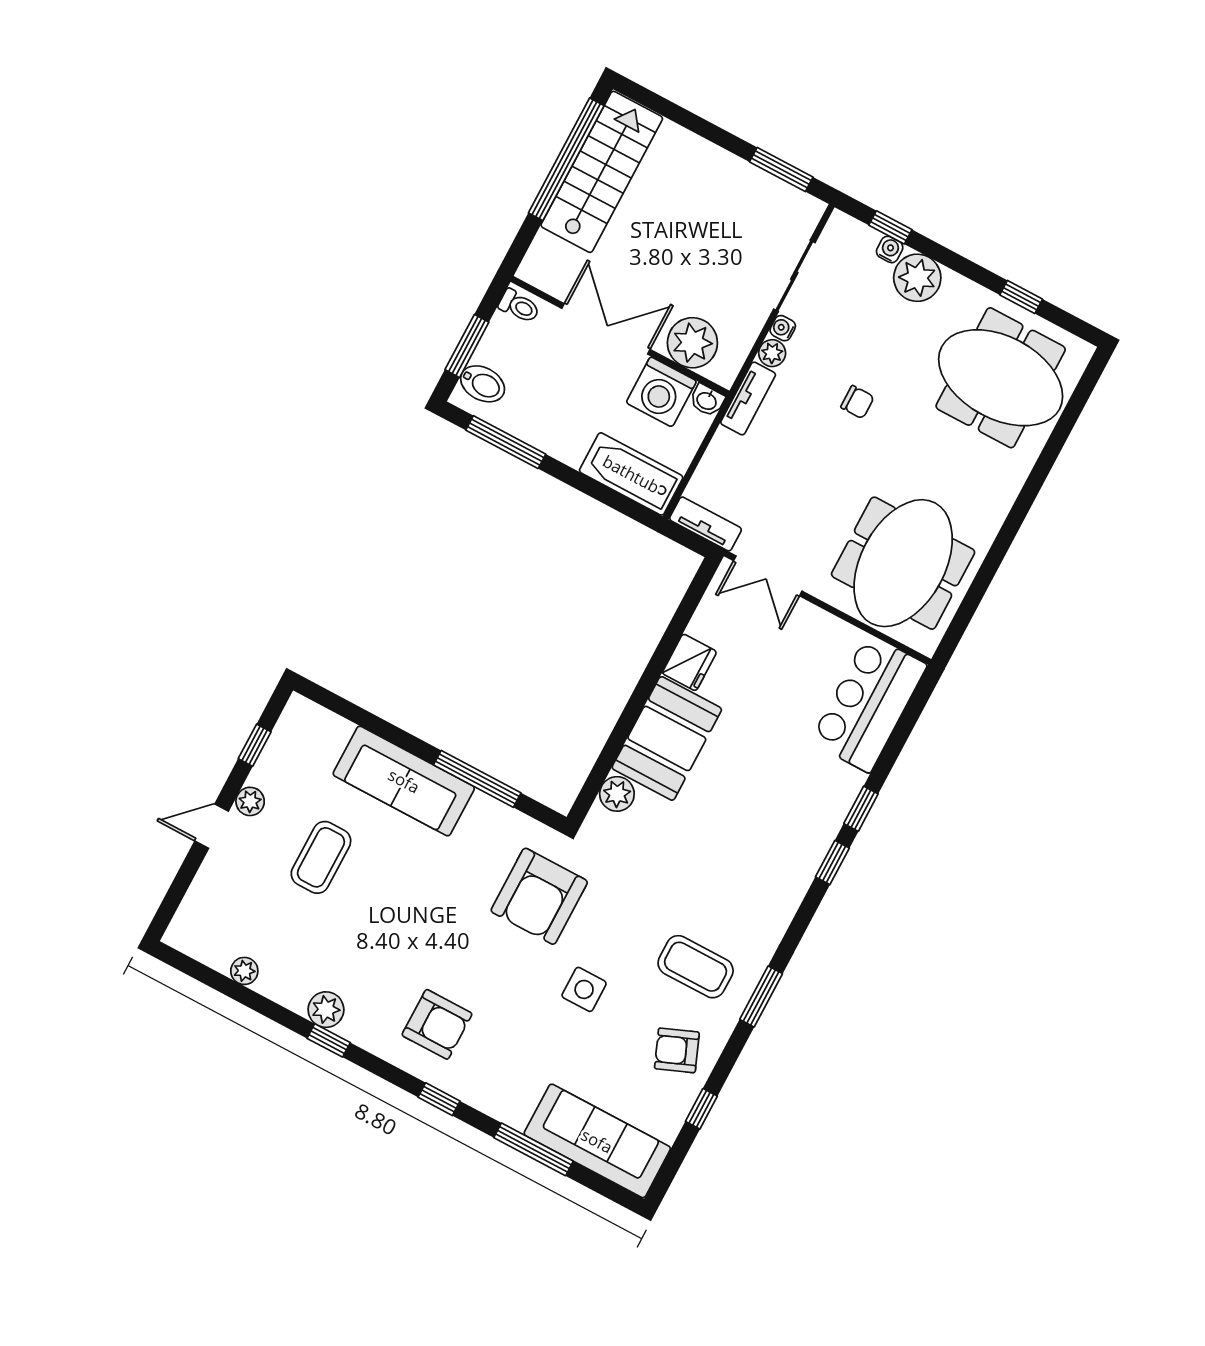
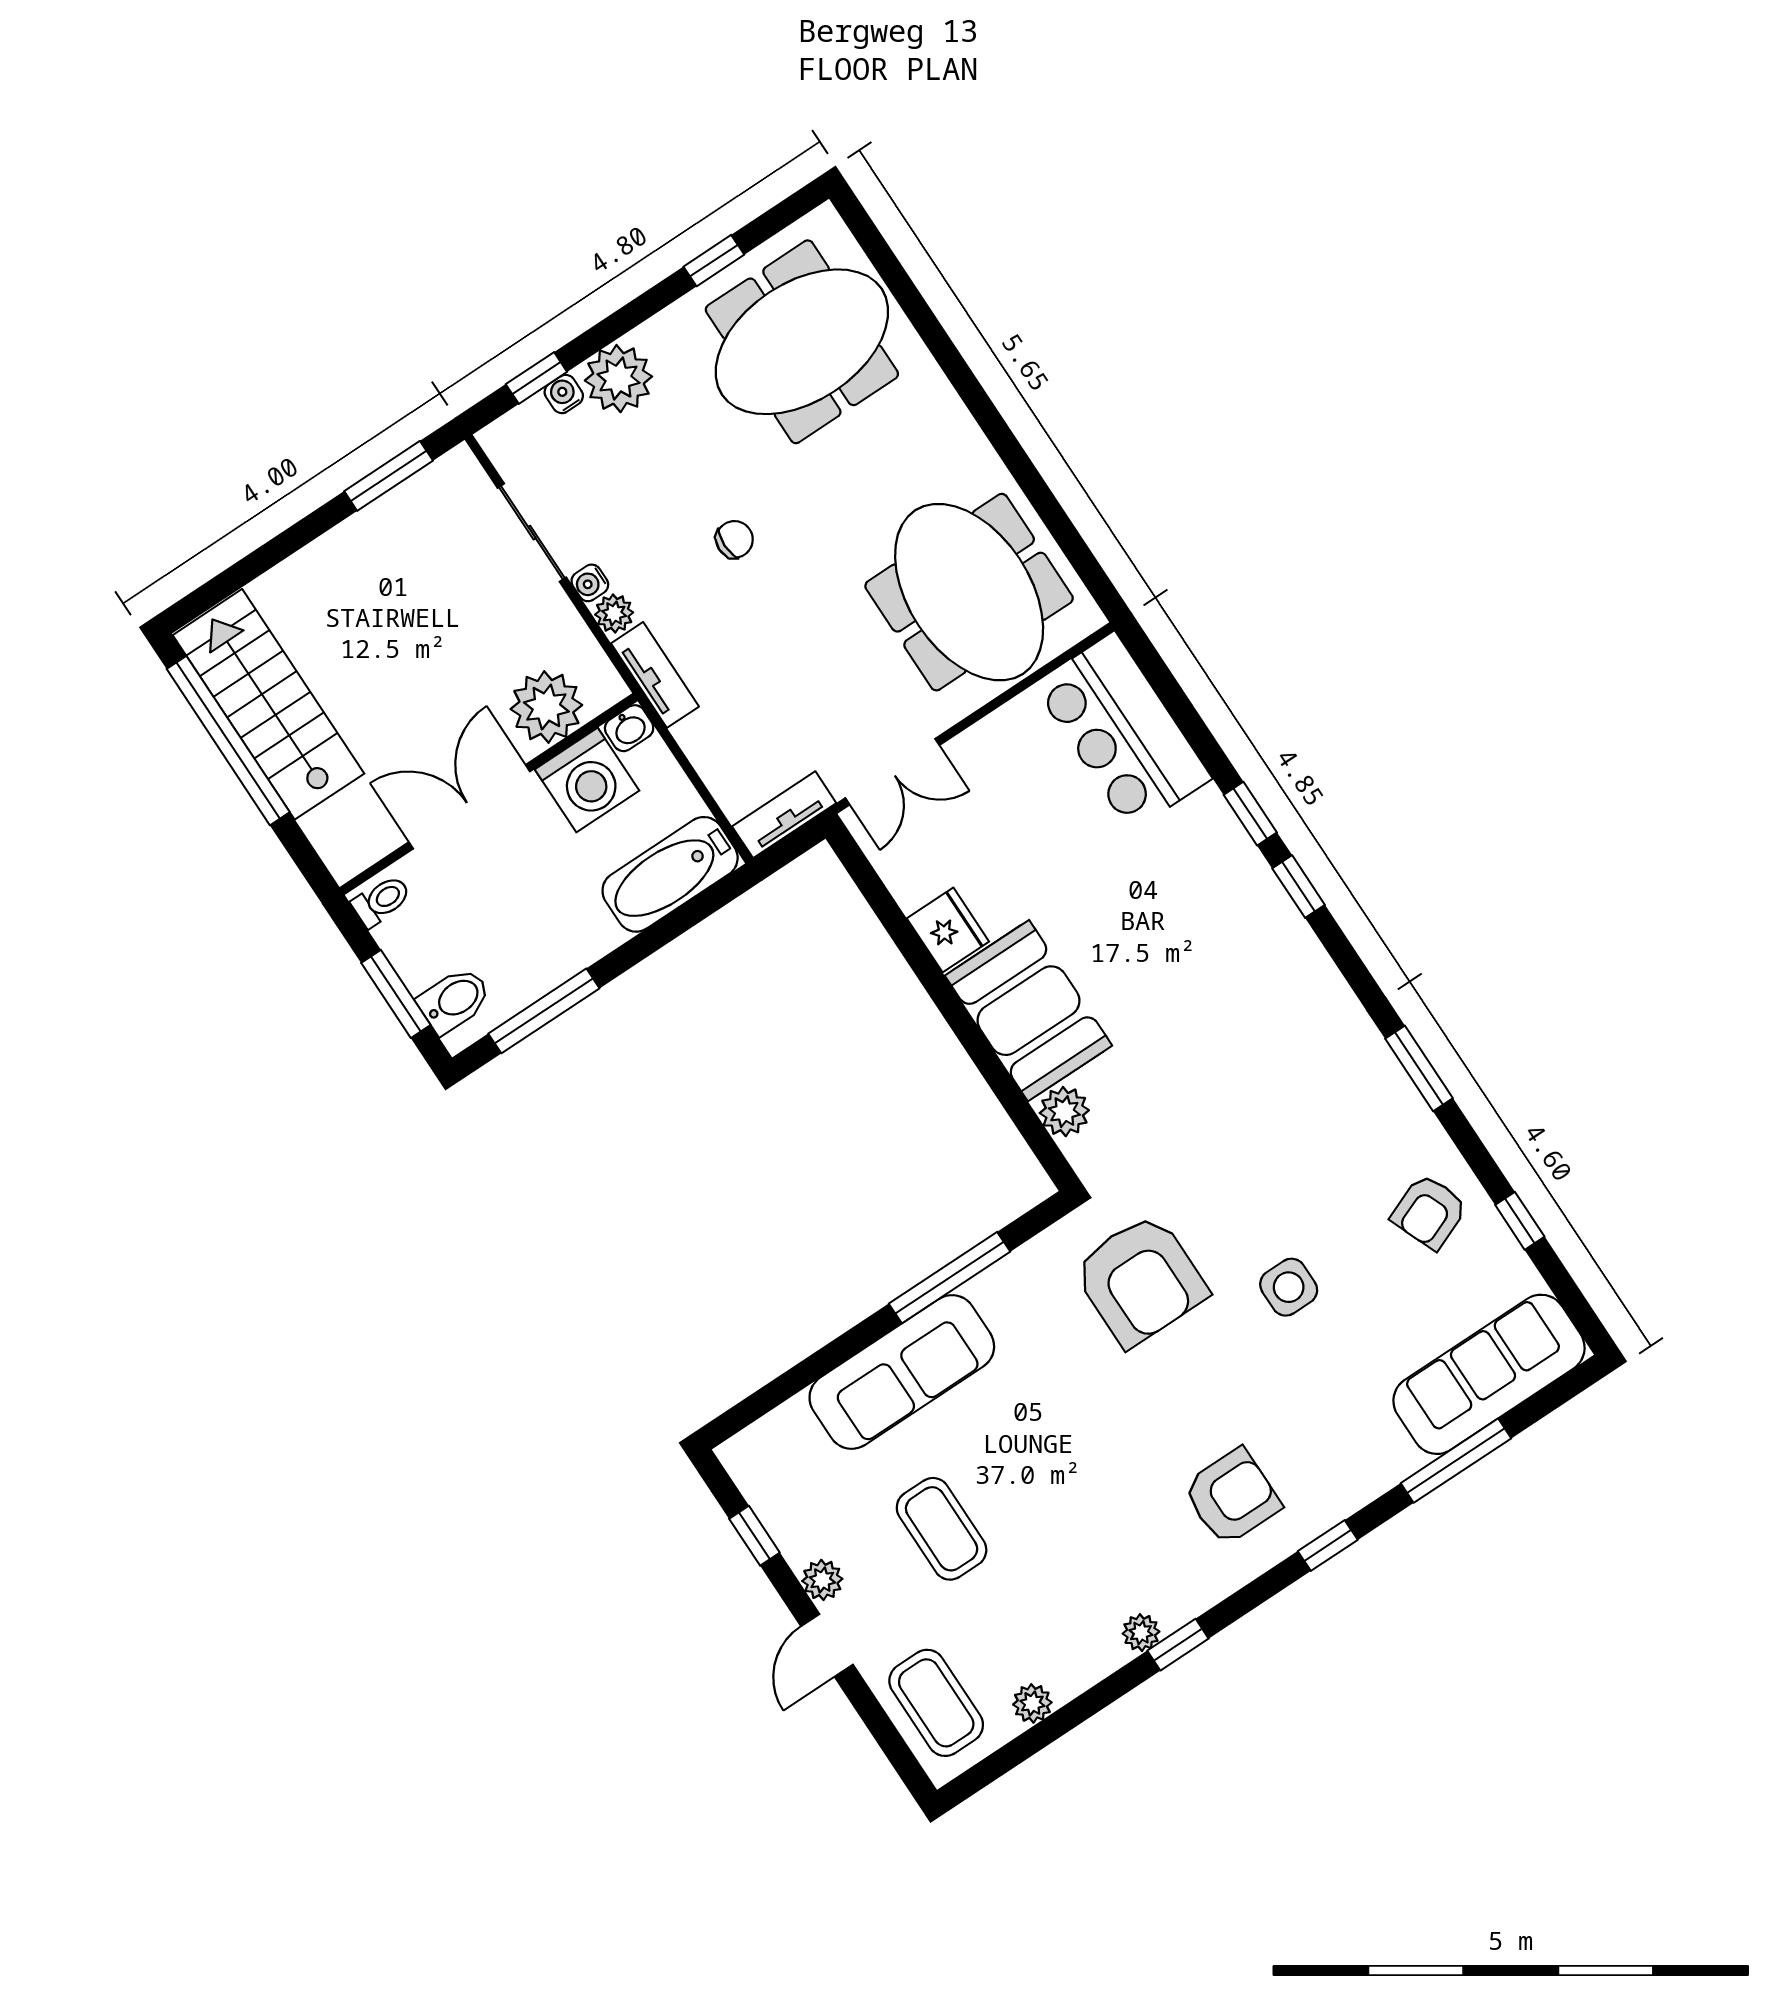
coffee table: (696, 967) -> (936, 1703), moved, turned 90
plant: (326, 1010) -> (1141, 1633), width x0.73, depth x0.73

